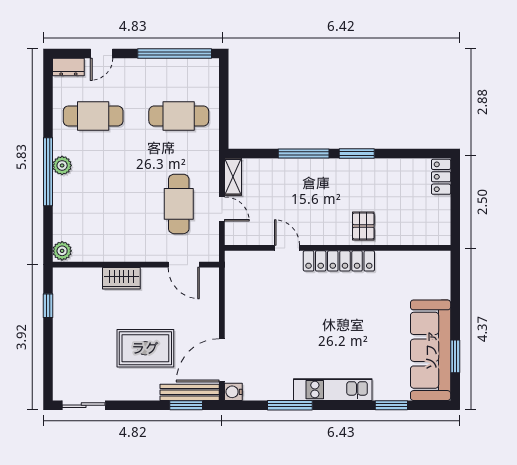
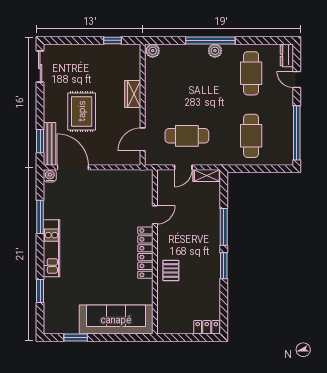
pallet: (363, 226) -> (171, 270), turned 90
sofa: (431, 350) -> (116, 320), moved

